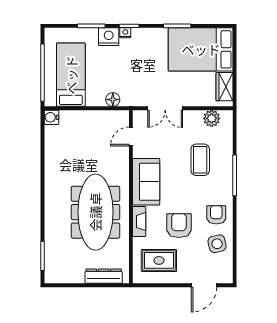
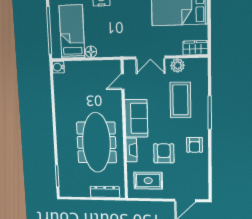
wardrobe: (225, 87) -> (195, 48), moved, turned 90
floor lamp: (113, 100) -> (91, 52), moved
plant: (212, 118) -> (178, 65), moved
coffee table: (200, 160) -> (180, 100), width x1.36, depth x1.32
armchair: (216, 215) -> (194, 145), turned 180
side table: (217, 244) -> (195, 168), removed

